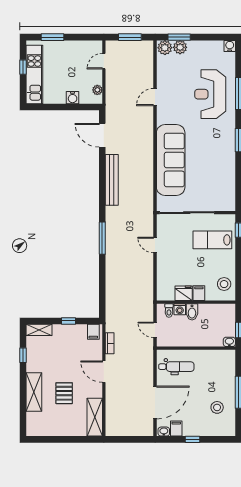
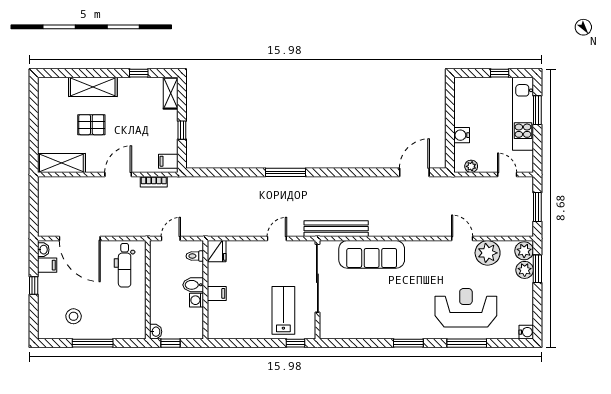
kitchen unit: (34, 75) -> (523, 114), moved, turned 90
plant: (166, 77) -> (488, 253), added
sofa: (171, 160) -> (372, 254), width x0.74, depth x0.79
bench: (112, 180) -> (336, 229), moved
stool: (224, 284) -> (228, 325), removed
fridge: (184, 293) -> (217, 251), moved
washing machine: (180, 309) -> (197, 300), moved

